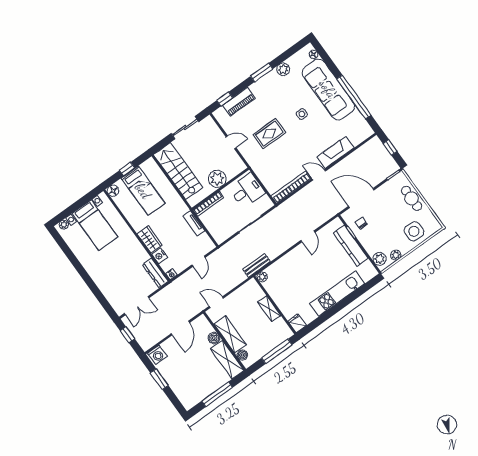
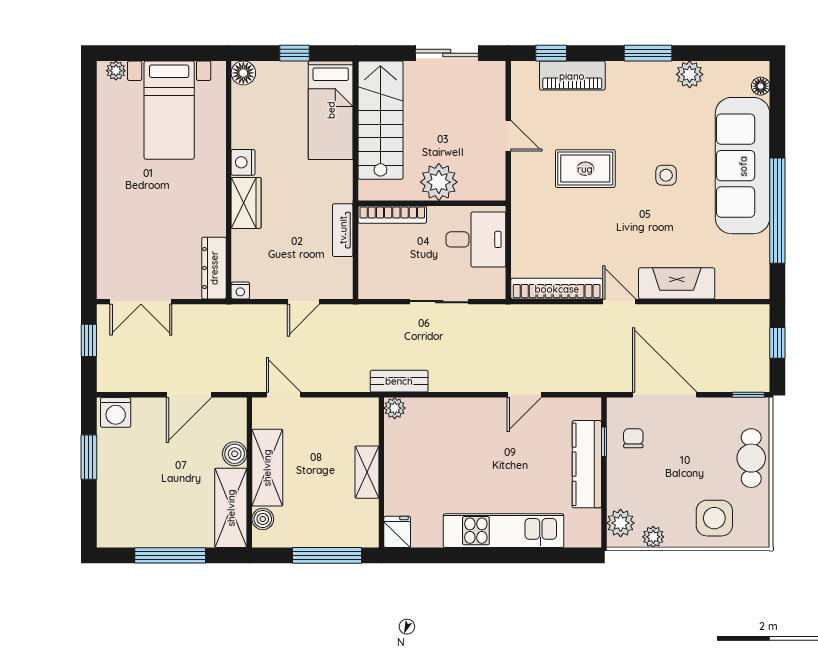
bed: (143, 191) -> (331, 110), moved
nightstand: (160, 256) -> (243, 162), moved

